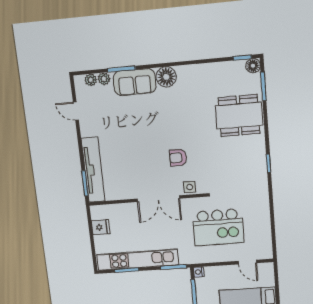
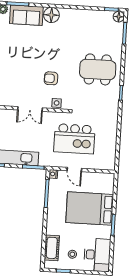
dining table: (239, 116) -> (98, 69), moved
double door: (158, 199) -> (30, 109), width x0.73
door: (247, 262) -> (74, 169), moved

